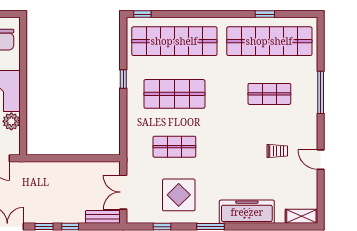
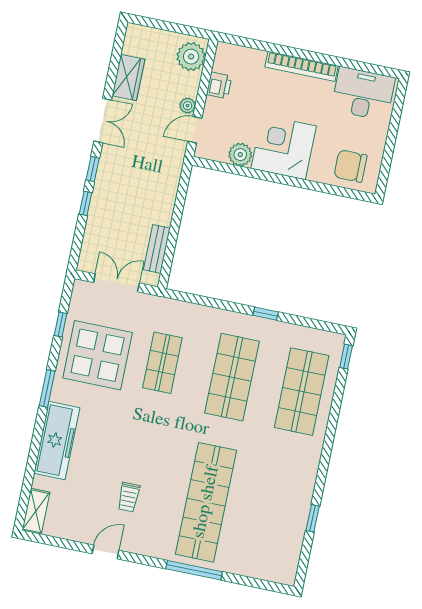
shop shelf: (174, 41) -> (302, 392), width x0.71
shop shelf: (269, 41) -> (276, 517), removed
shop shelf: (269, 94) -> (206, 502), width x2.00, depth x1.36
display table: (179, 195) -> (98, 355), width x1.36, depth x1.36
bench: (103, 217) -> (157, 249), moved

